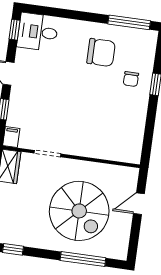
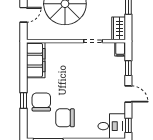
chair: (131, 79) -> (41, 102), width x1.87, depth x1.87
filing cabinet: (131, 138) -> (36, 60), added

